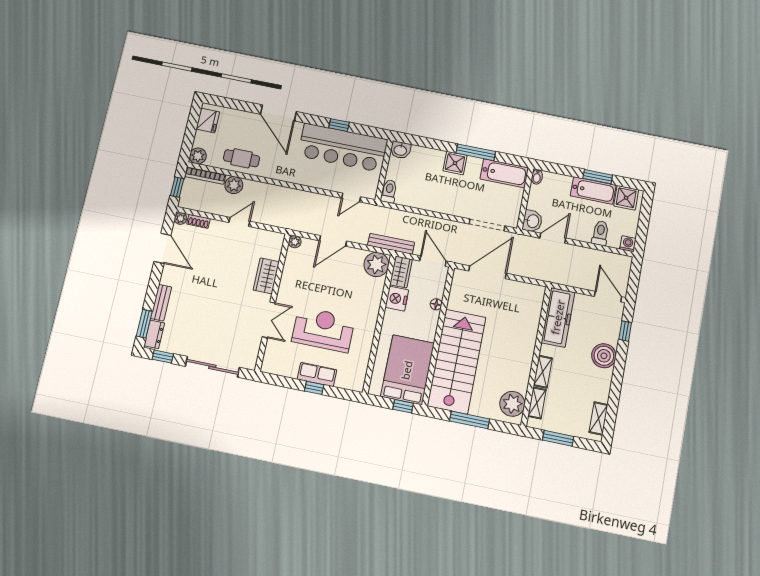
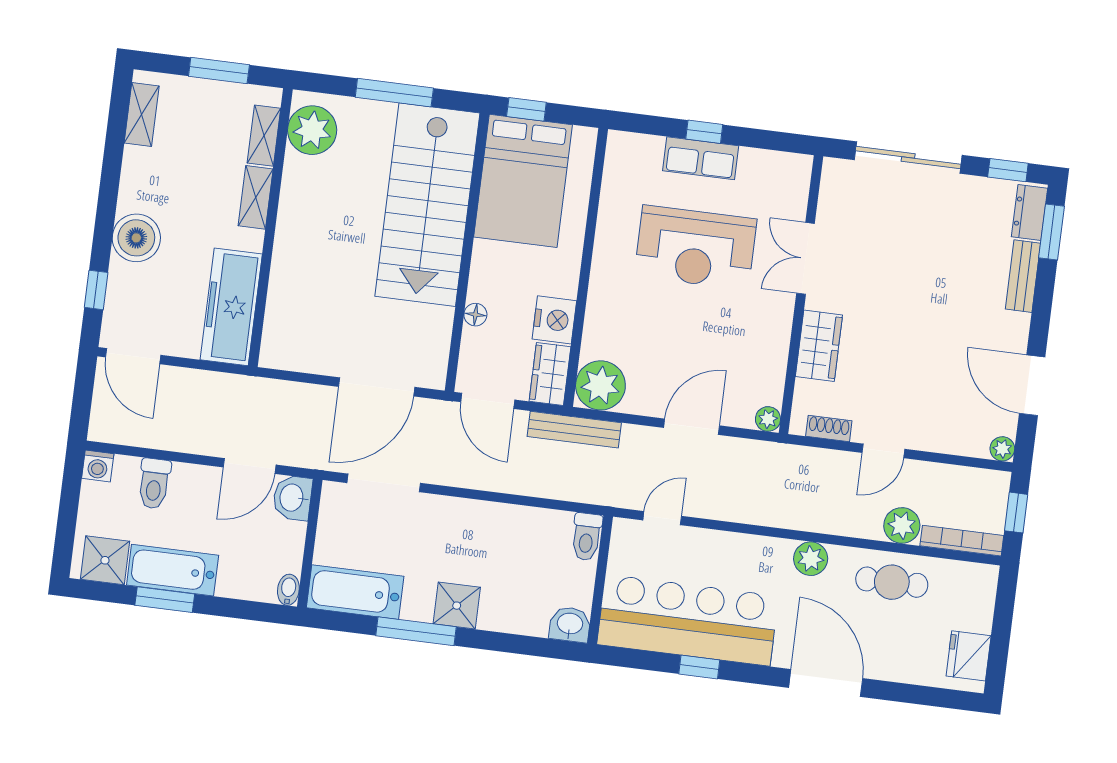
plant: (198, 156) -> (811, 559), moved
shoe rack: (198, 221) -> (829, 428), moved

